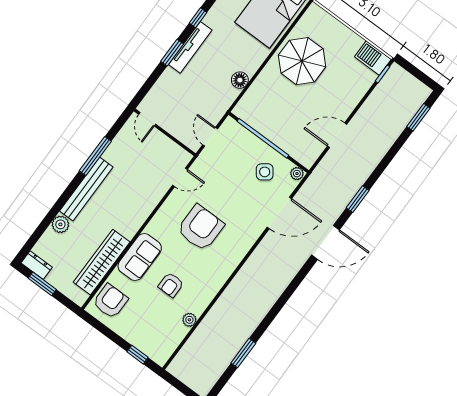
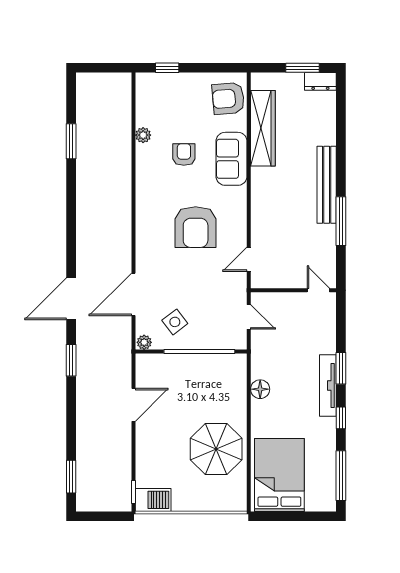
plant: (60, 224) -> (326, 135), removed
armchair: (110, 301) -> (228, 98), turned 85

